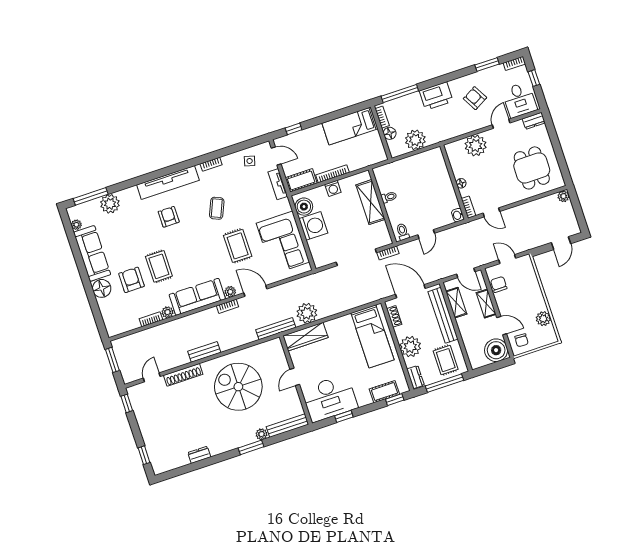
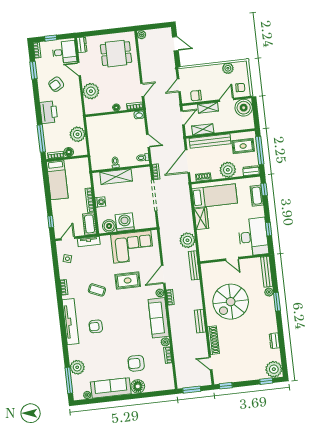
rug: (159, 266) -> (130, 341), removed
wardrobe: (305, 337) -> (201, 219), moved, width x0.67
plant: (162, 462) -> (274, 369), added

